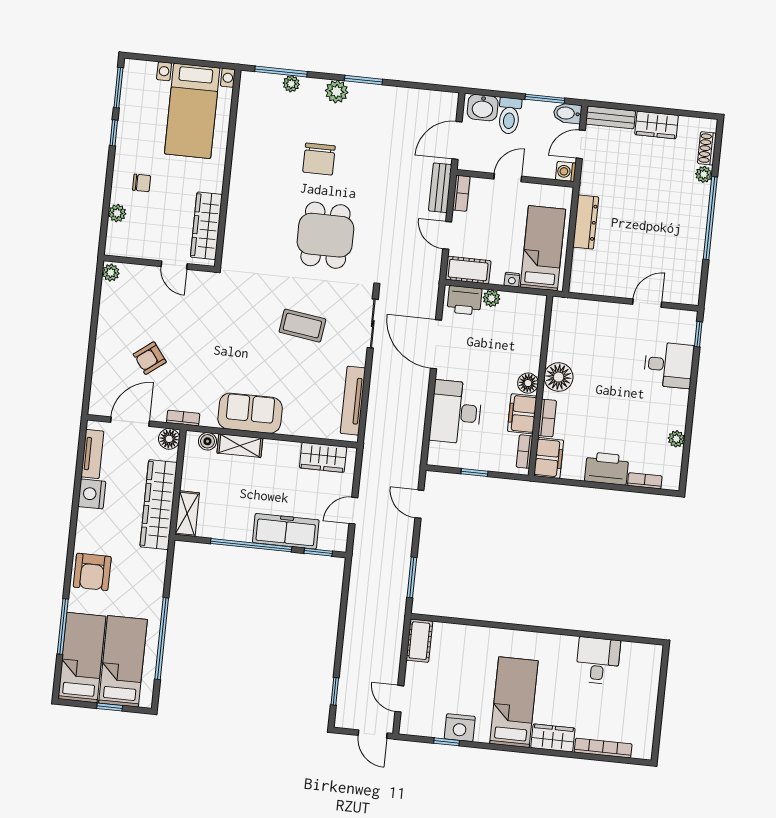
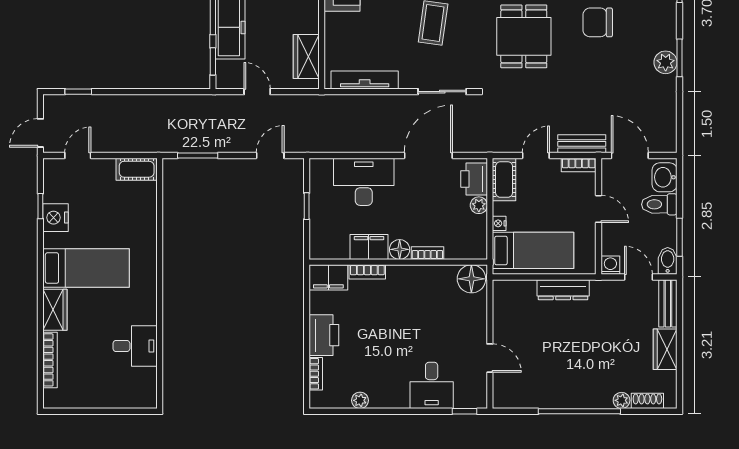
plant: (337, 92) -> (666, 62), moved
dining table: (325, 235) -> (524, 36), turned 90
floor lamp: (559, 377) -> (471, 279), moved
bookcase: (525, 452) -> (427, 253), moved

